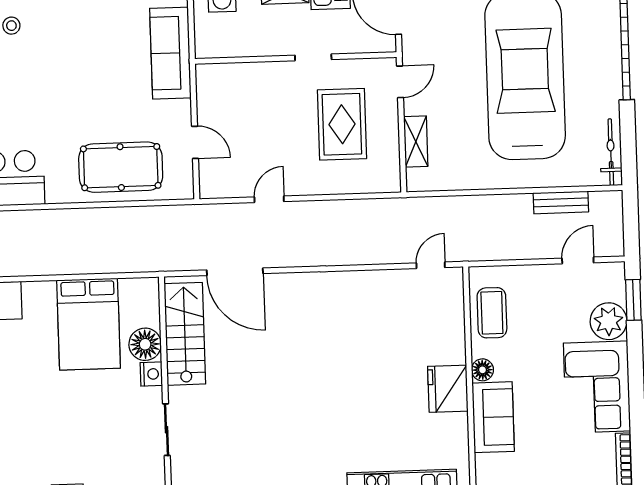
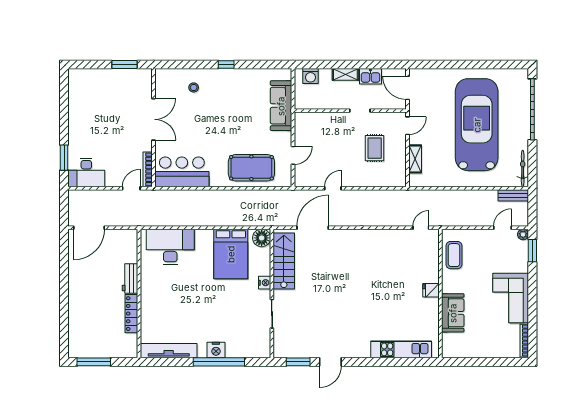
rug: (342, 124) -> (375, 148), width x0.73, depth x0.70
door: (195, 142) -> (293, 155), hinge flipped
bench: (561, 202) -> (513, 195), moved
door: (235, 272) -> (313, 228), swing flipped
plant: (609, 321) -> (523, 234), moved, width x0.53, depth x0.53
floor lamp: (145, 344) -> (262, 238), moved
floor lamp: (482, 370) -> (448, 286), removed
fridge: (448, 389) -> (431, 290), width x0.53, depth x0.75

